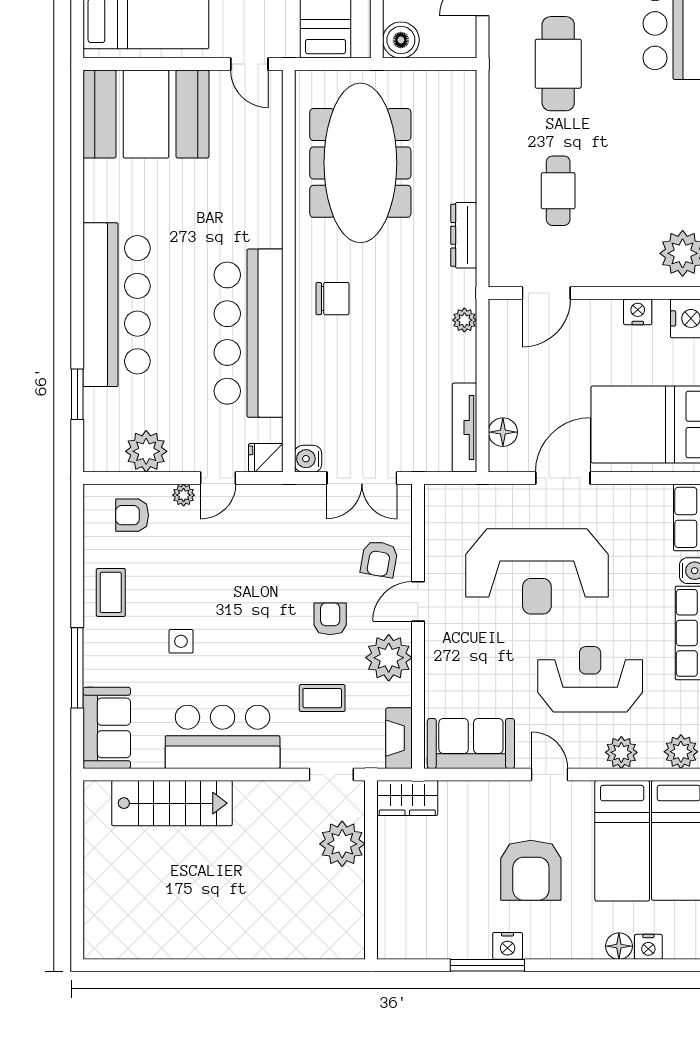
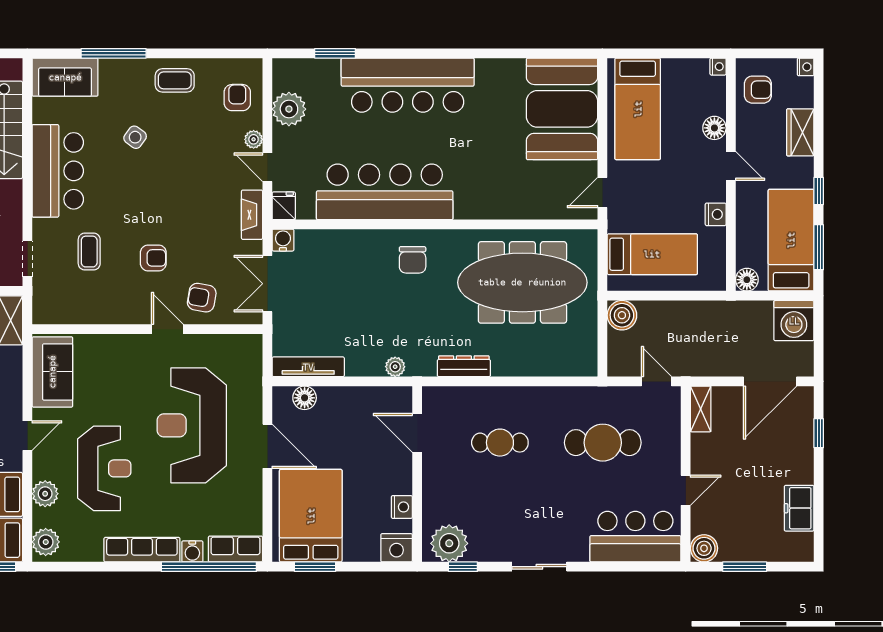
side table: (181, 641) -> (135, 137), turned 36
plant: (389, 658) -> (122, 305), removed
fireplace: (399, 738) -> (252, 215), moved, turned -90

